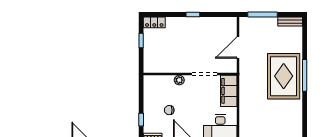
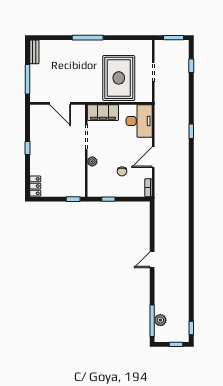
window: (141, 40) -> (73, 199), moved
rug: (284, 76) -> (119, 78), moved, turned 90
window: (141, 120) -> (108, 199), moved

